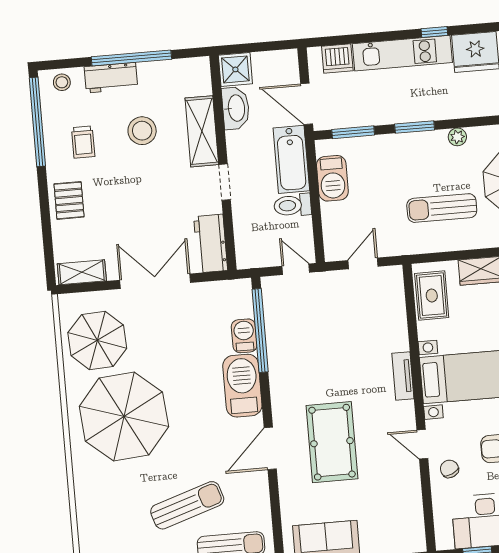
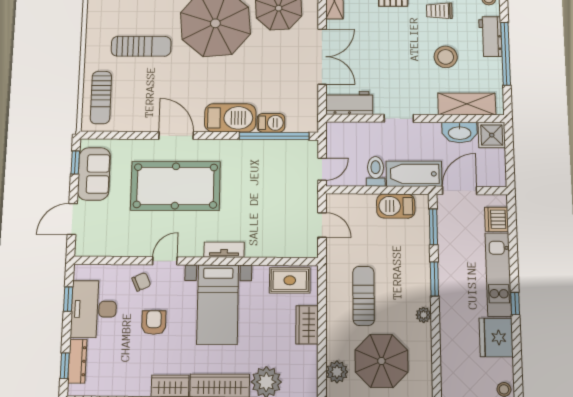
shelving: (202, 131) -> (467, 104), moved
pool table: (332, 442) -> (175, 186), width x1.36, depth x1.32
sun lounger: (187, 505) -> (141, 46), moved, turned -72

